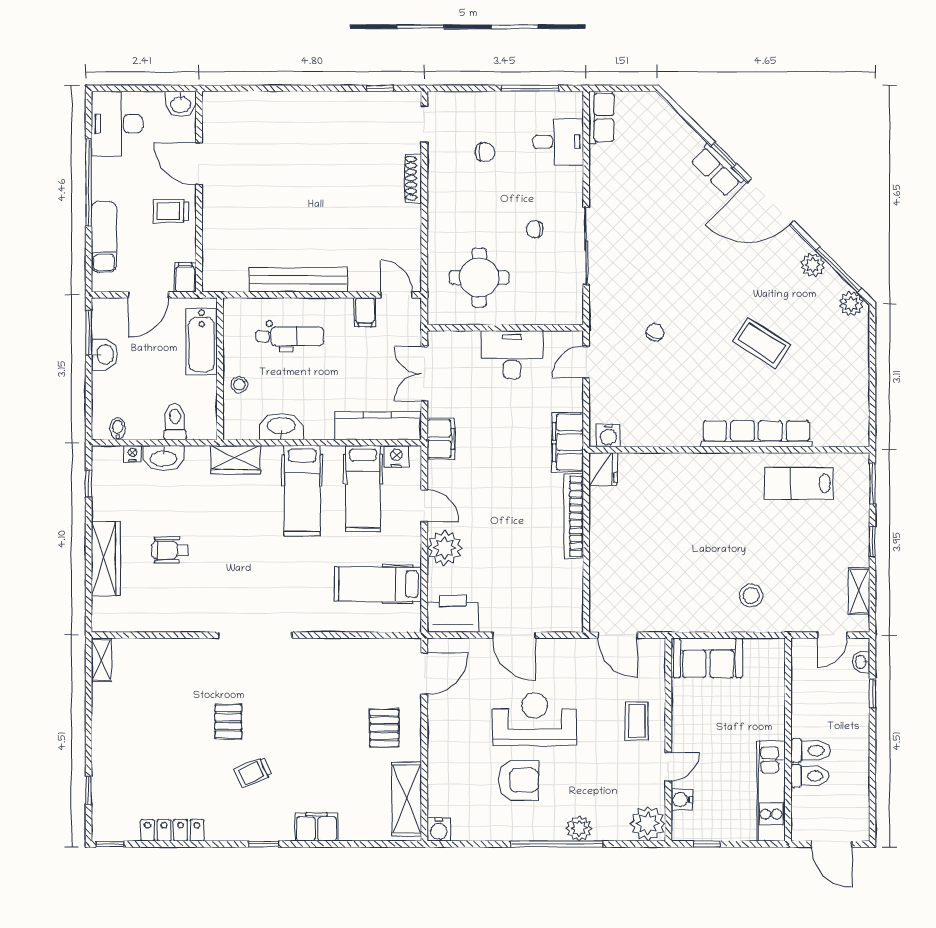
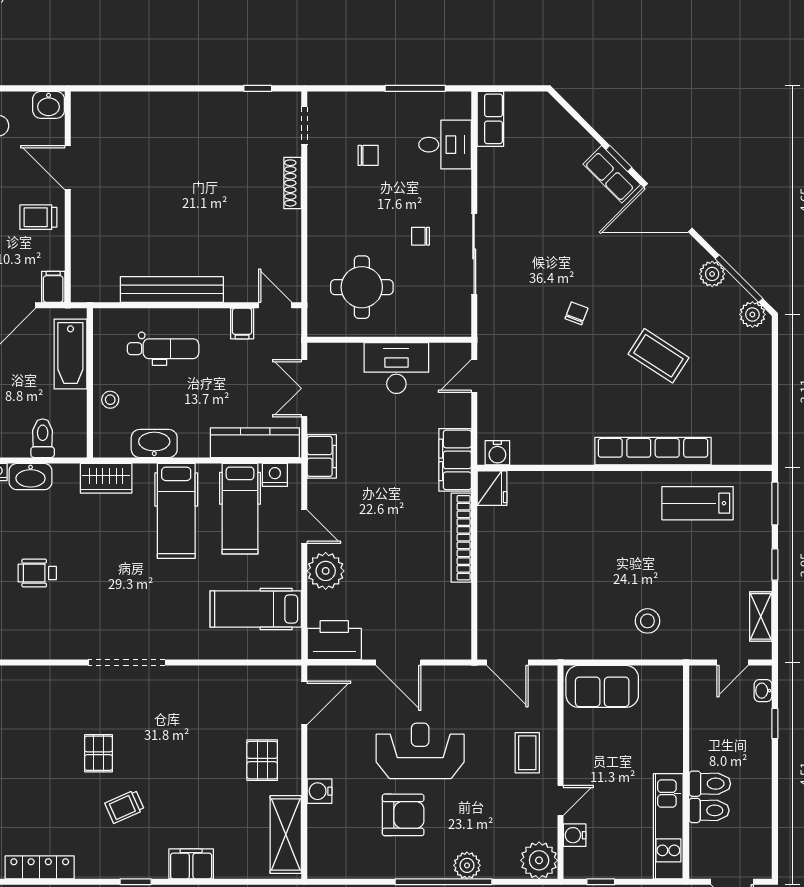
chair: (655, 332) -> (576, 313), moved
water cooler: (439, 829) -> (320, 791), moved, turned 90

